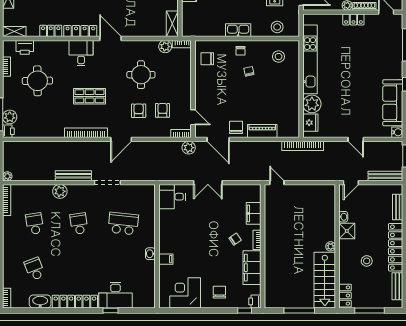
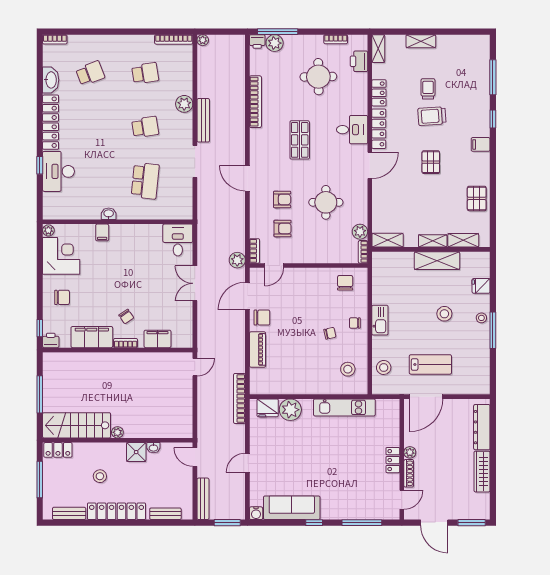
kitchen unit: (310, 59) -> (344, 407), width x0.73
bookcase: (86, 133) -> (255, 102), moved
plant: (164, 303) -> (48, 230), added

